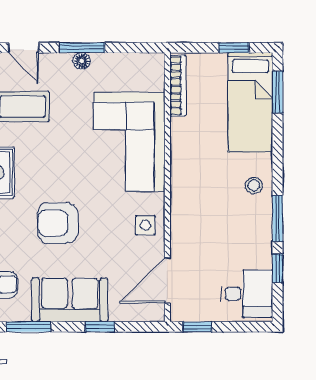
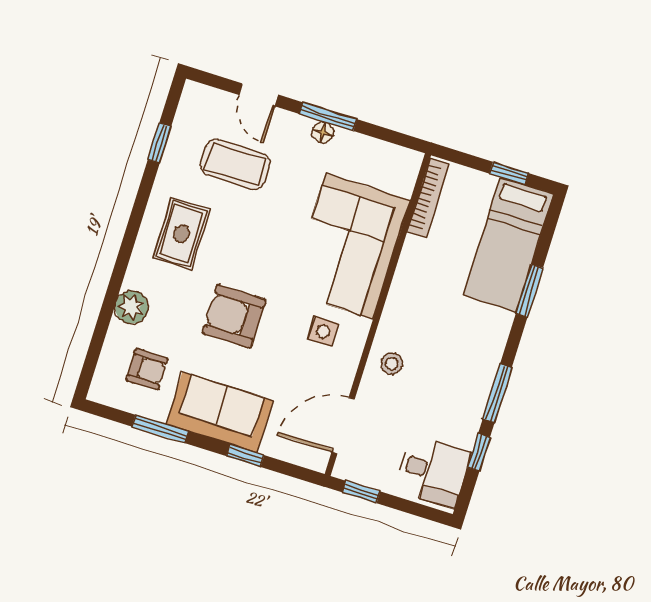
window: (278, 92) -> (529, 291), moved
stool: (254, 185) -> (392, 364), moved
side table: (145, 225) -> (323, 331), moved

